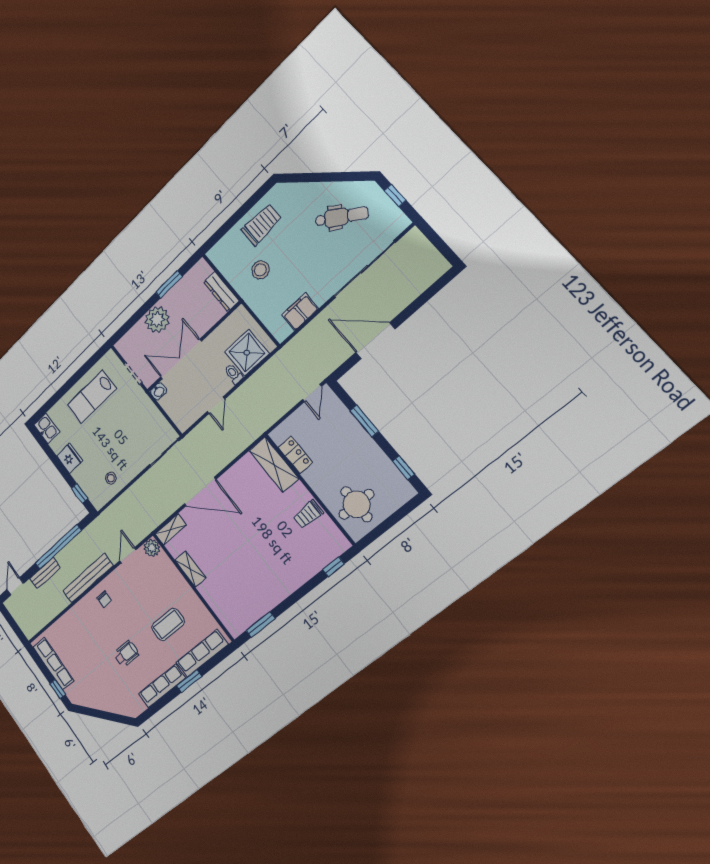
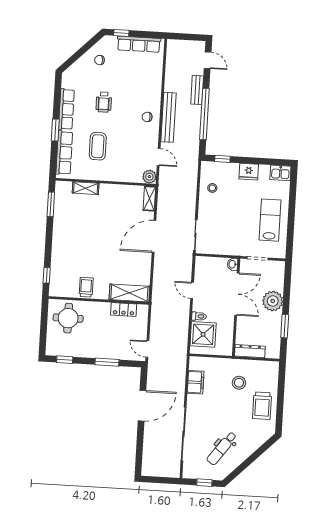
shelving: (190, 569) -> (86, 188), moved
chair: (95, 690) -> (100, 60), added

